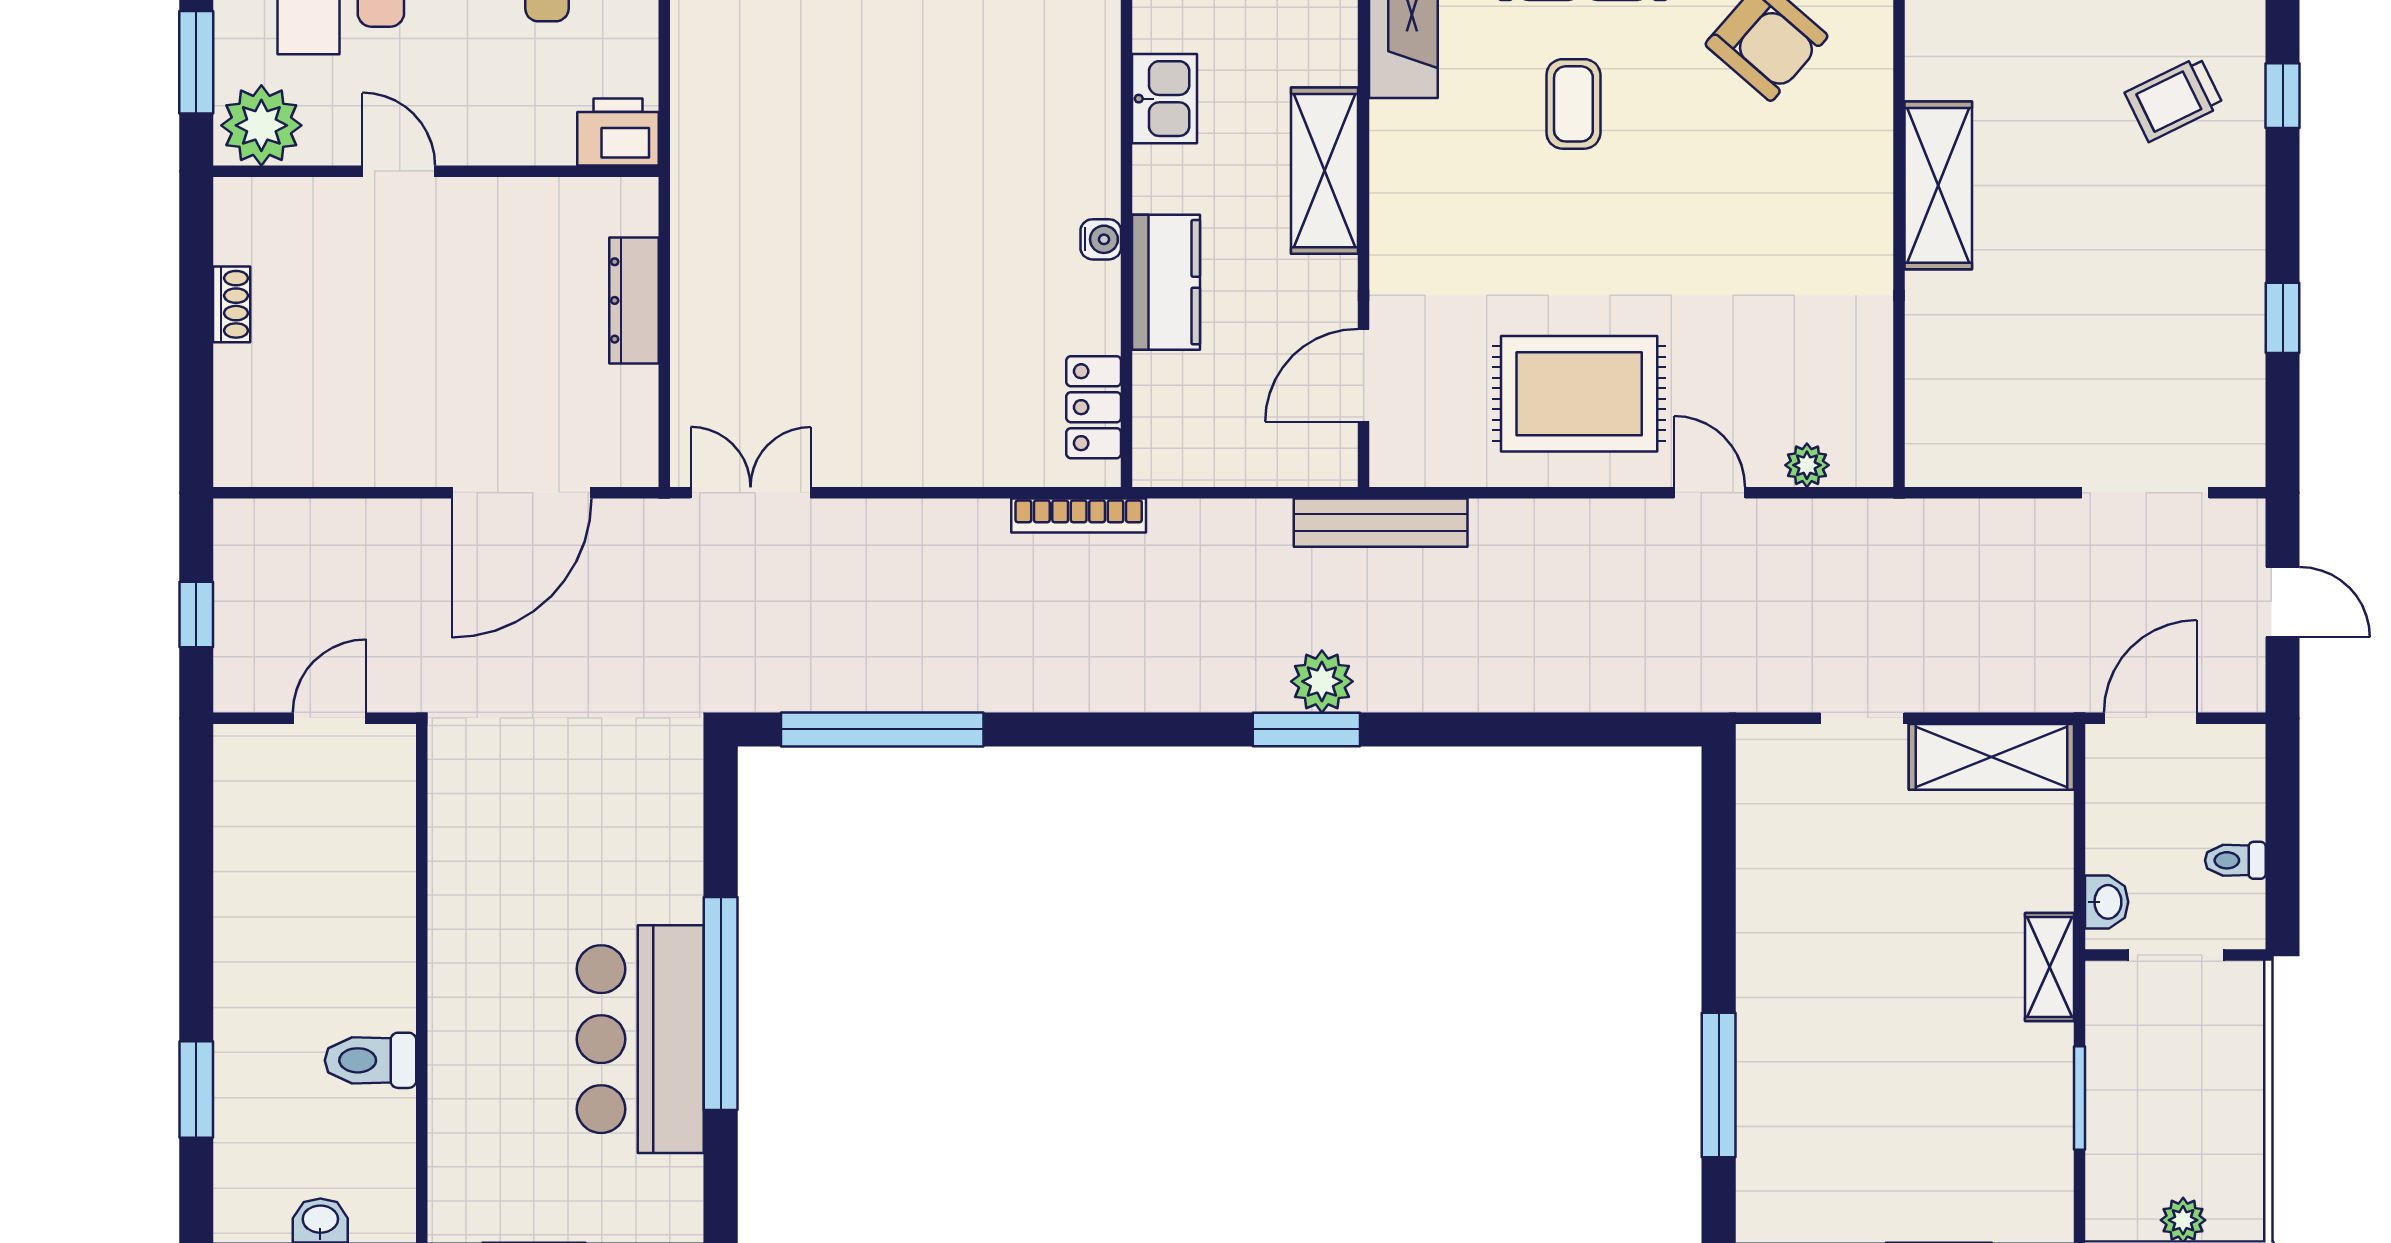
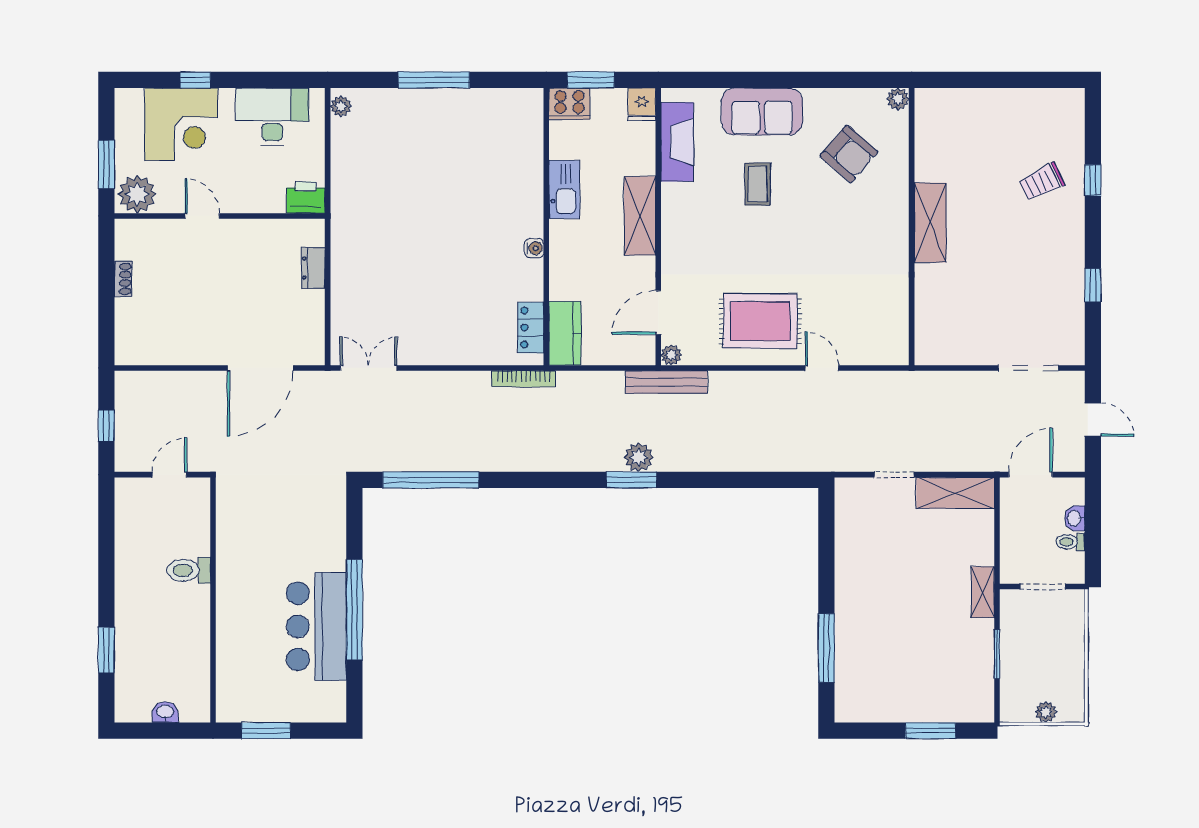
kitchen sink: (1165, 99) -> (564, 190), width x1.38
kitchen counter: (1166, 282) -> (565, 333), moved
dresser: (634, 300) -> (313, 268), width x0.70
plant: (1807, 465) -> (671, 355), moved
washbasin: (2107, 902) -> (1075, 518), moved, turned 180
toilet: (370, 1060) -> (189, 570), moved

